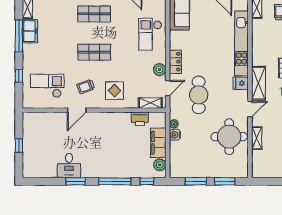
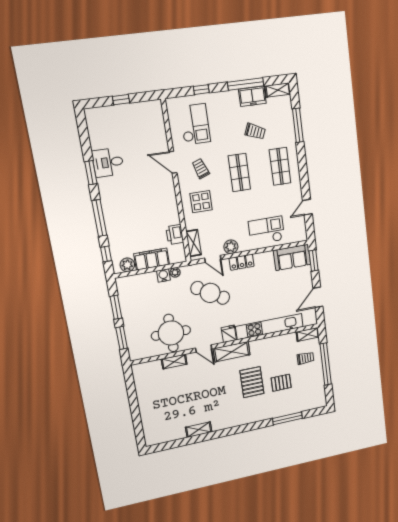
trolley: (60, 33) -> (255, 131), added
cafe table: (199, 95) -> (210, 293), turned 31

